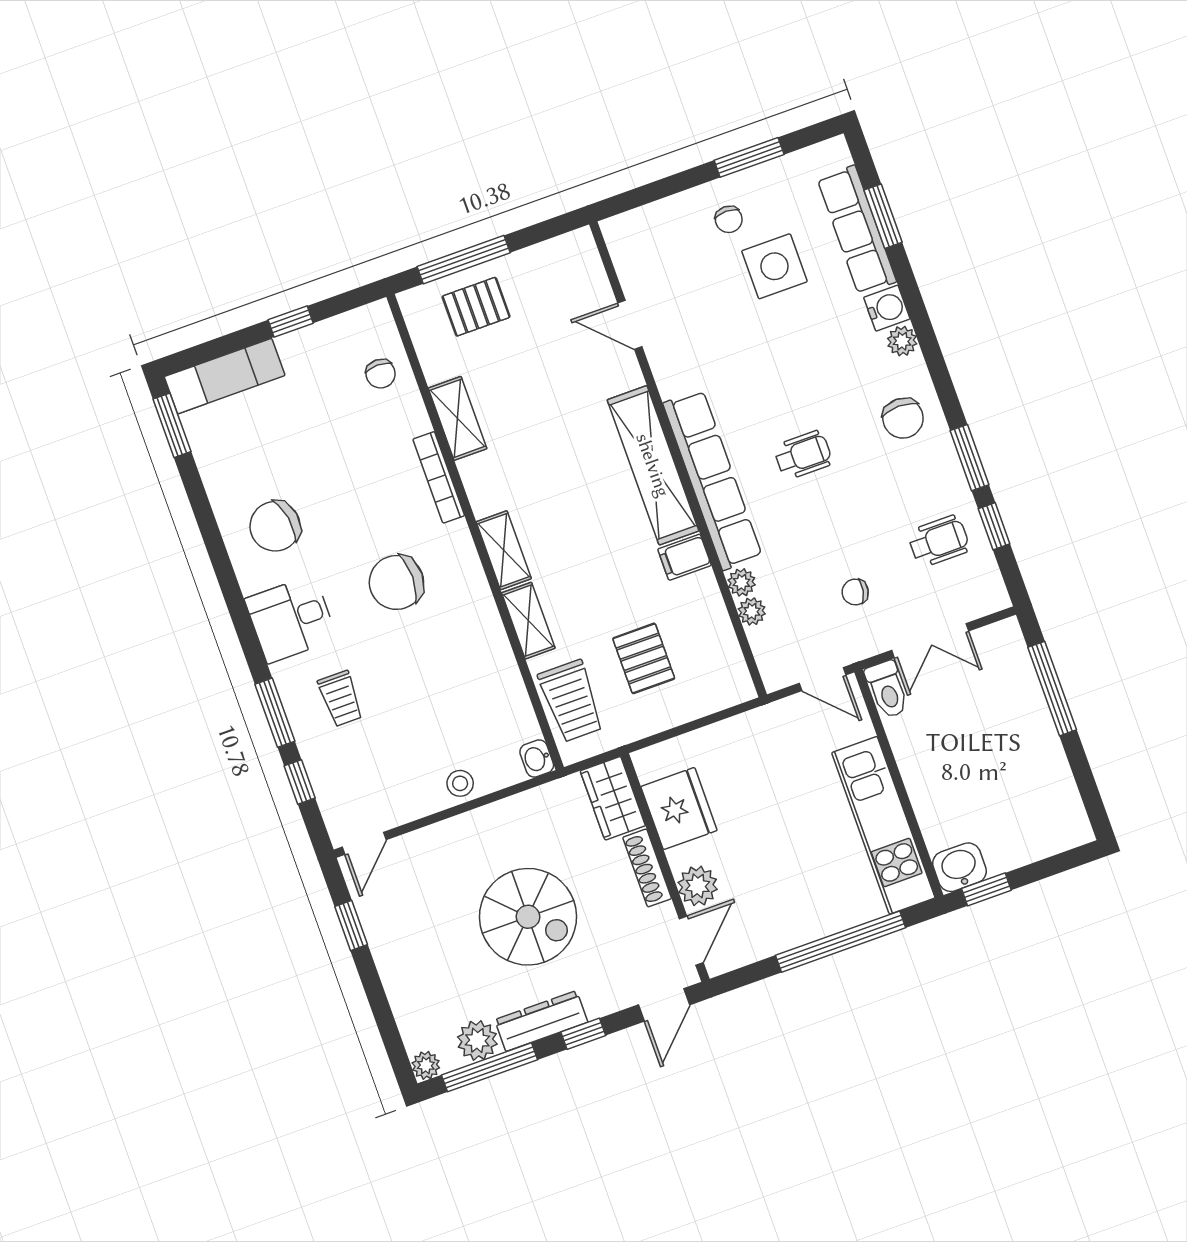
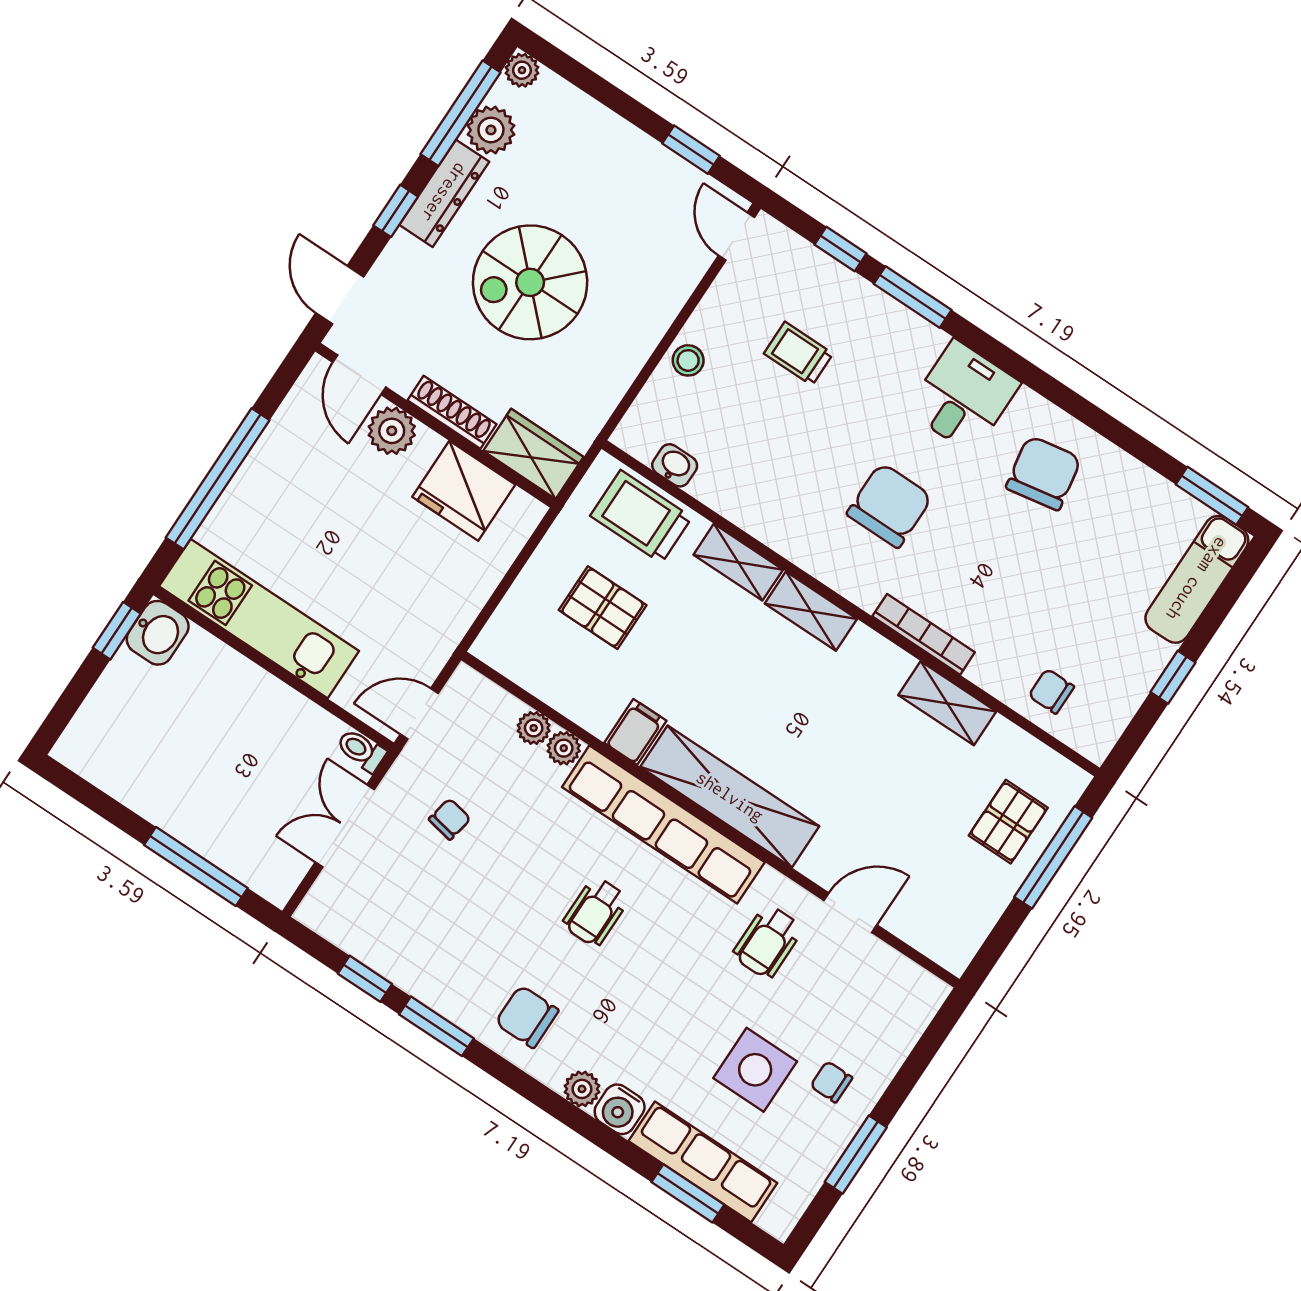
wheelchair: (939, 541) -> (768, 942), moved
toilet: (887, 689) -> (361, 750), width x0.73, depth x0.72
trolley: (341, 699) -> (798, 354), moved
washbasin: (537, 759) -> (675, 465), moved

